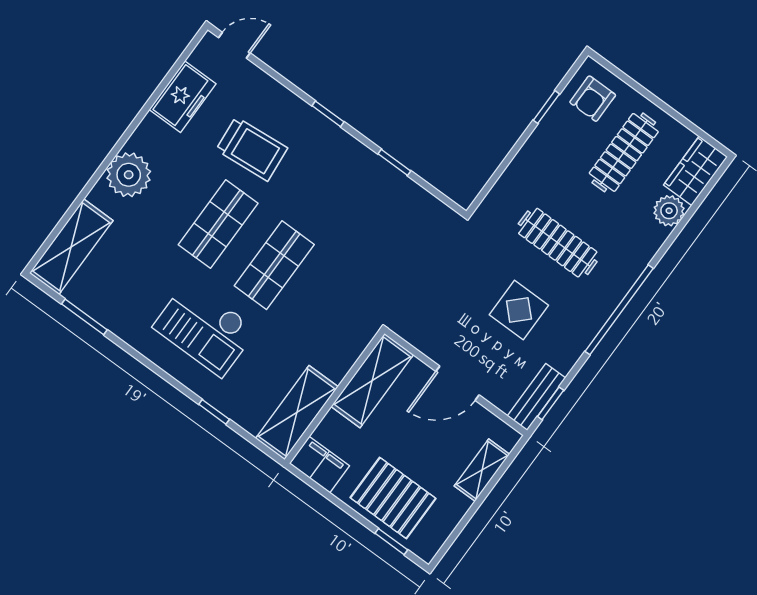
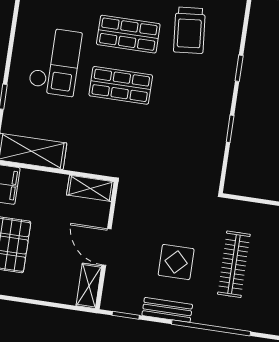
checkout: (205, 328) -> (55, 62), turned 180
shelving: (372, 381) -> (90, 188), width x0.67, depth x0.75
bench: (536, 397) -> (167, 310), moved
shelving: (482, 470) -> (89, 286), moved, turned 90

